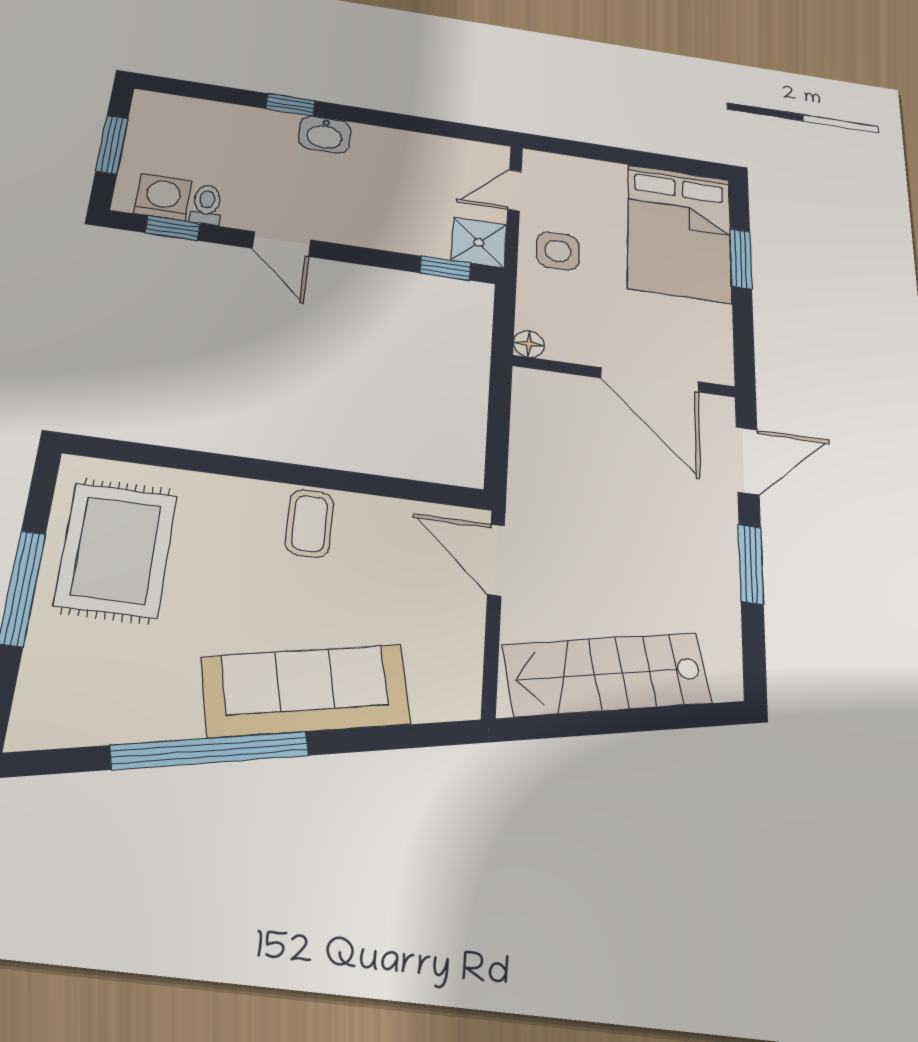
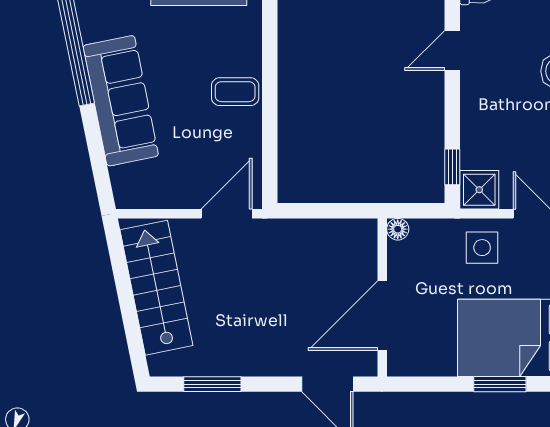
window: (751, 564) -> (212, 384), moved

